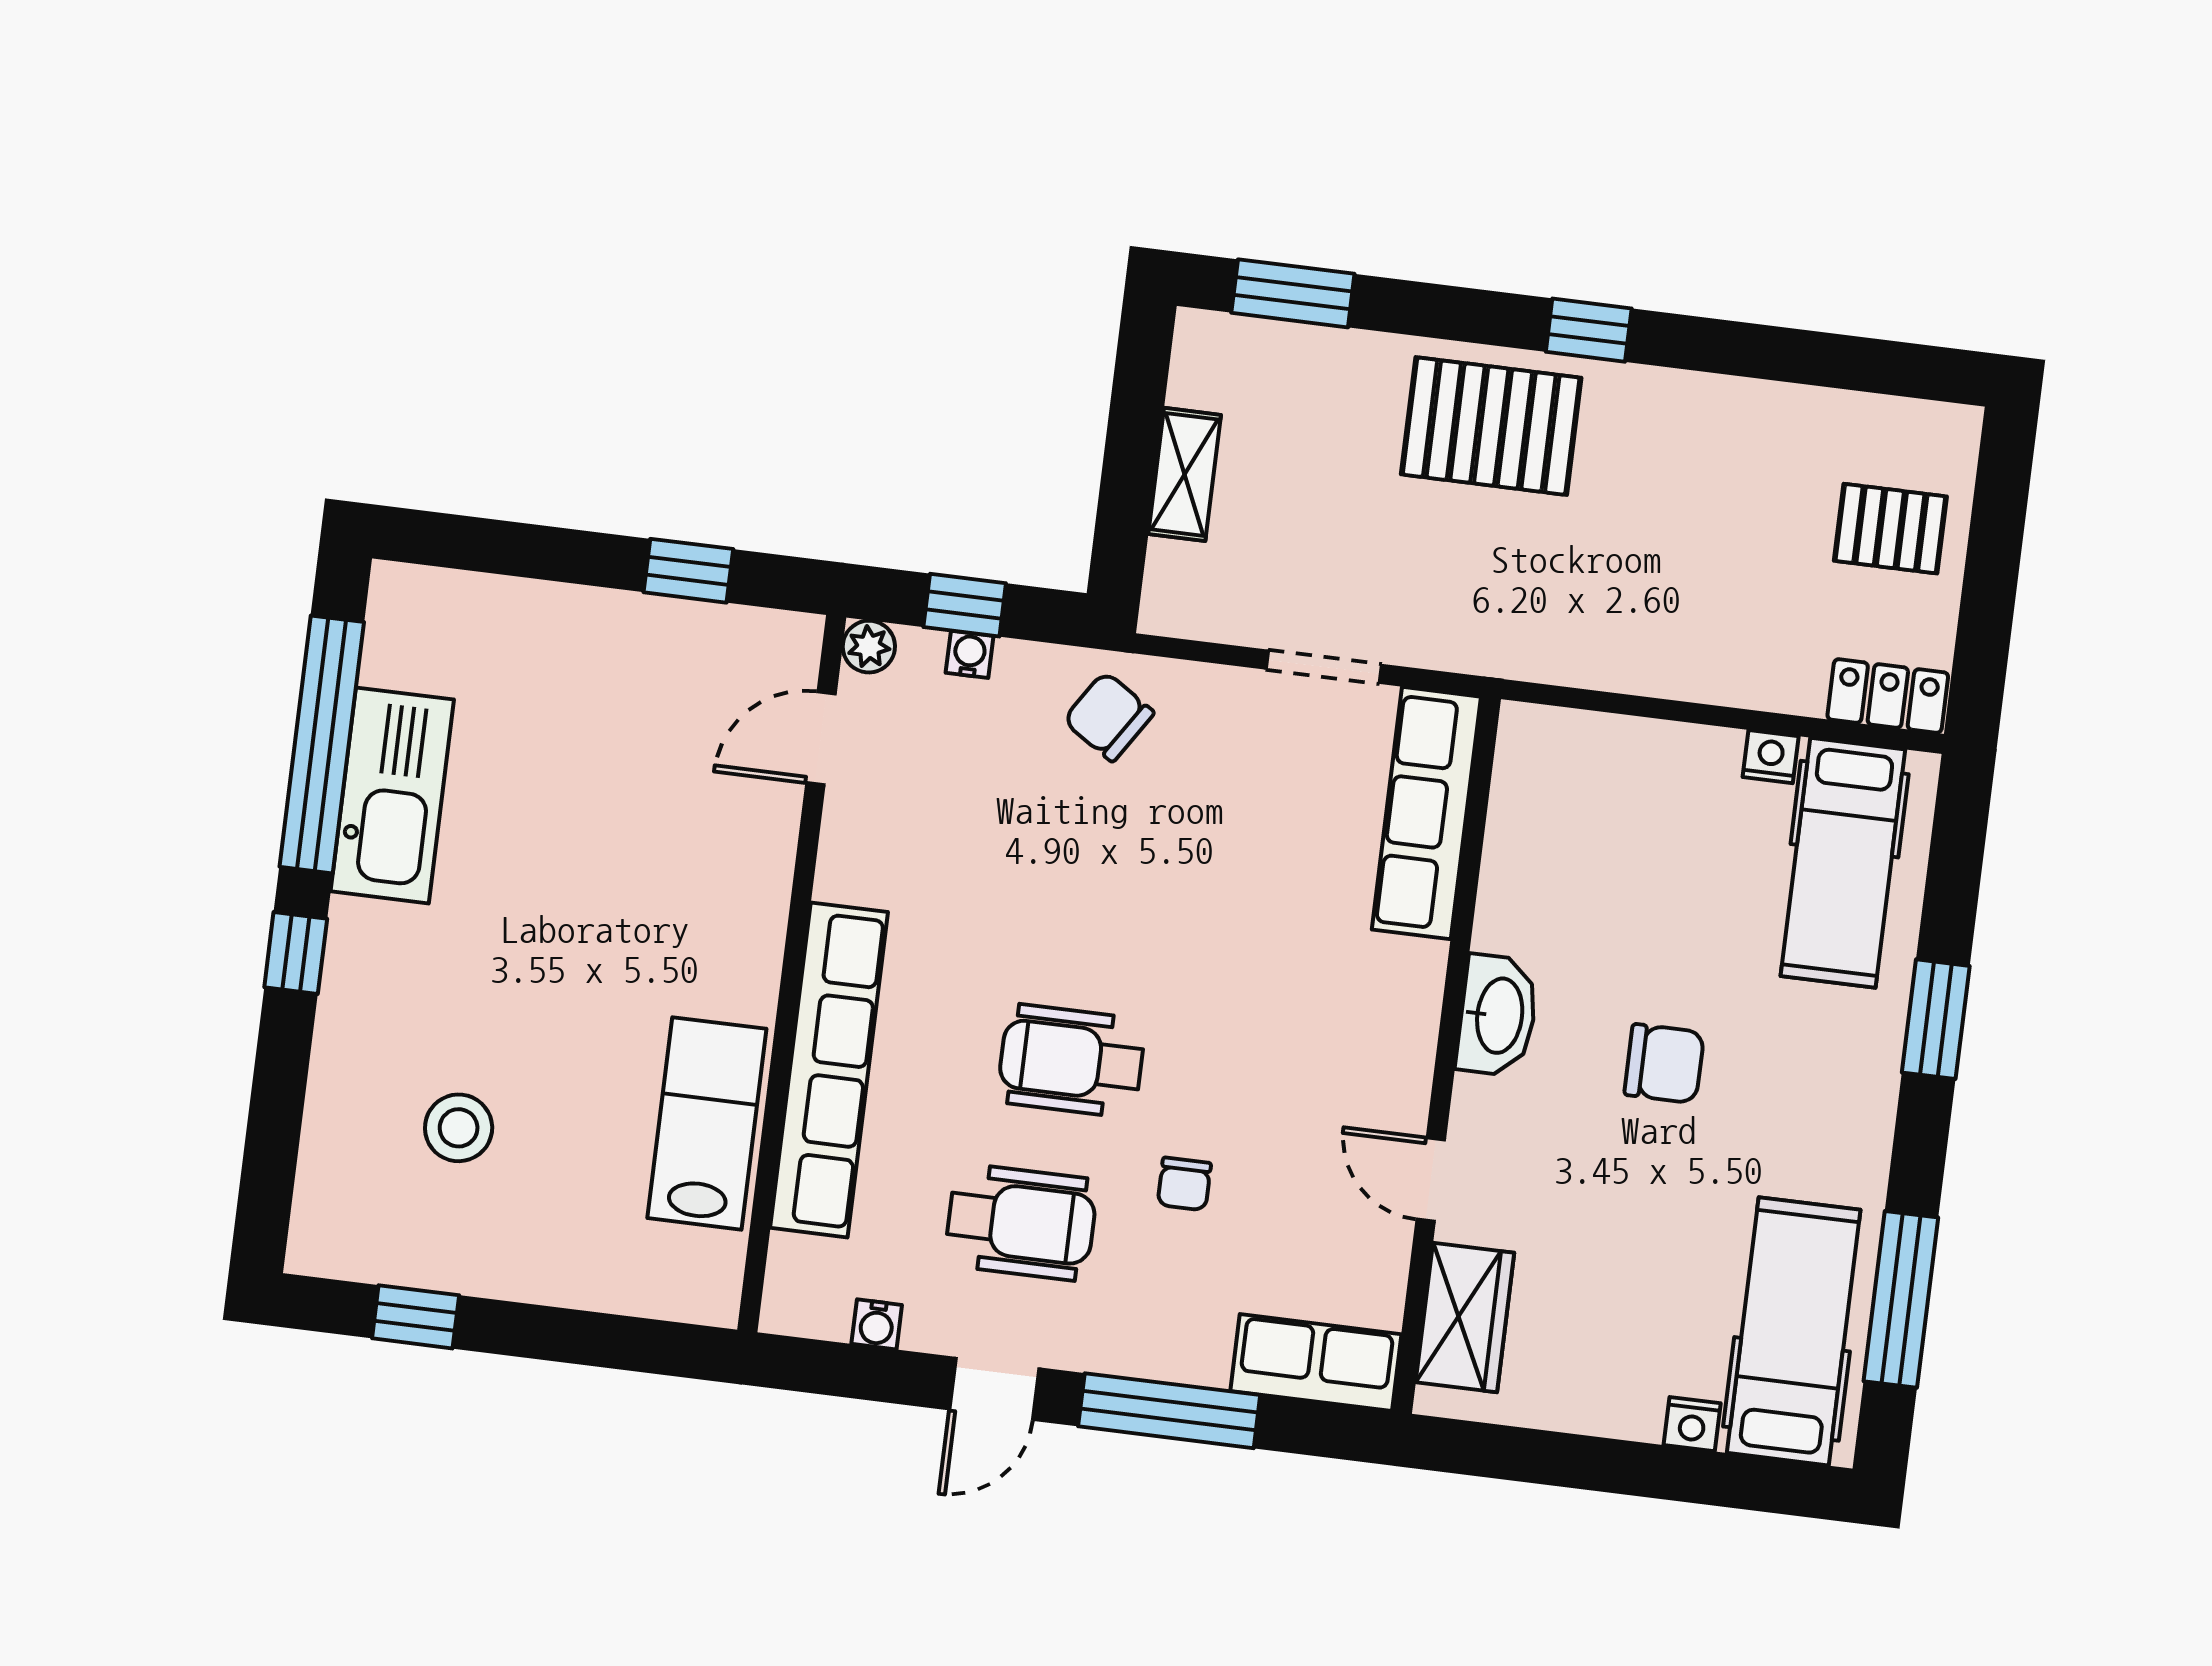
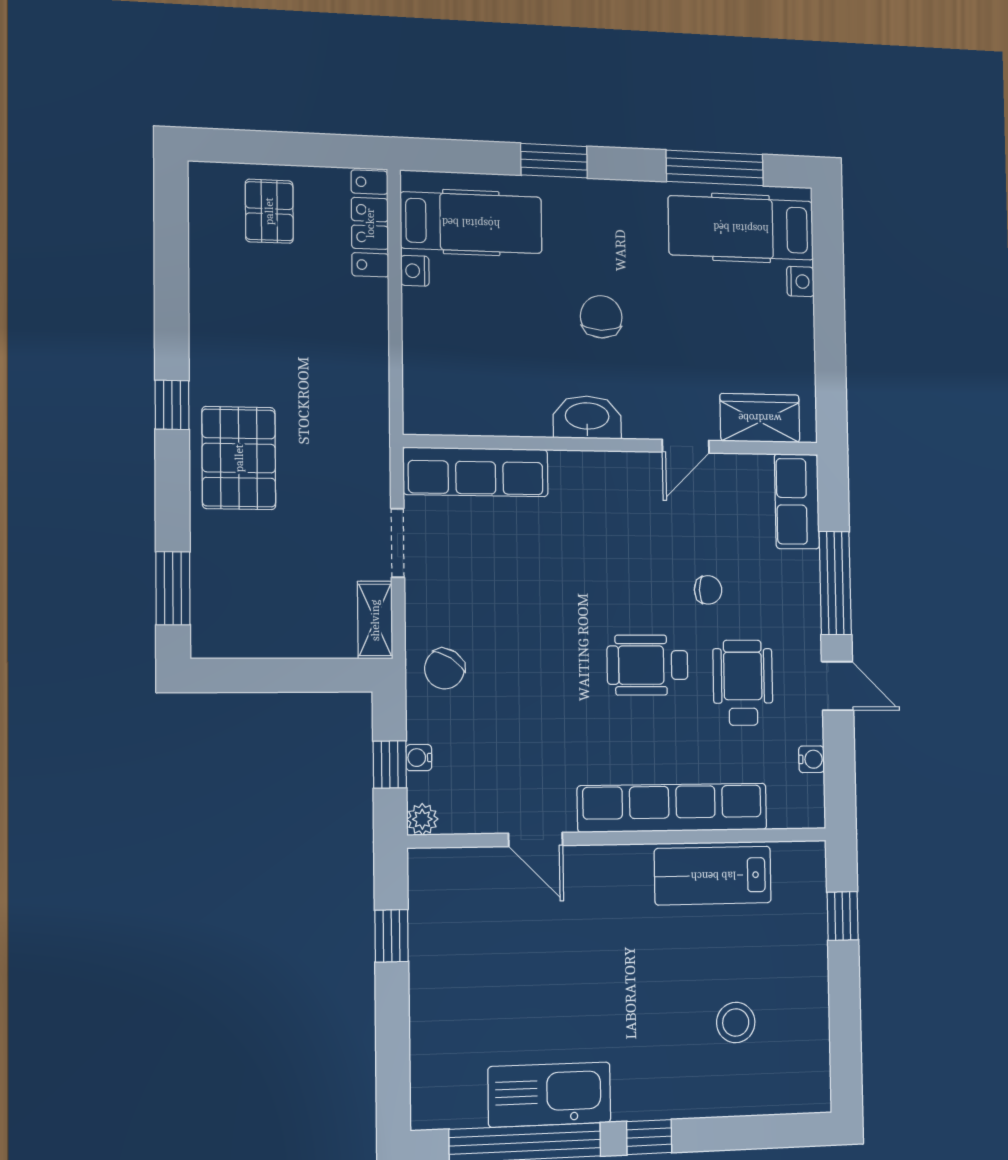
shelving: (1185, 474) -> (375, 620), moved, turned 90
locker: (1888, 696) -> (370, 223), width x1.53
door: (821, 738) -> (536, 839), moved
wheelchair: (1071, 1061) -> (648, 665), turned 90
window: (416, 1317) -> (843, 916), moved

